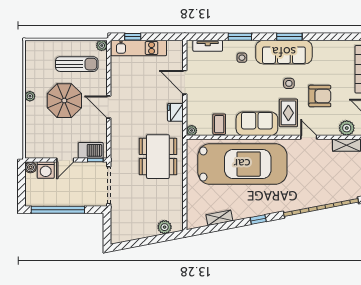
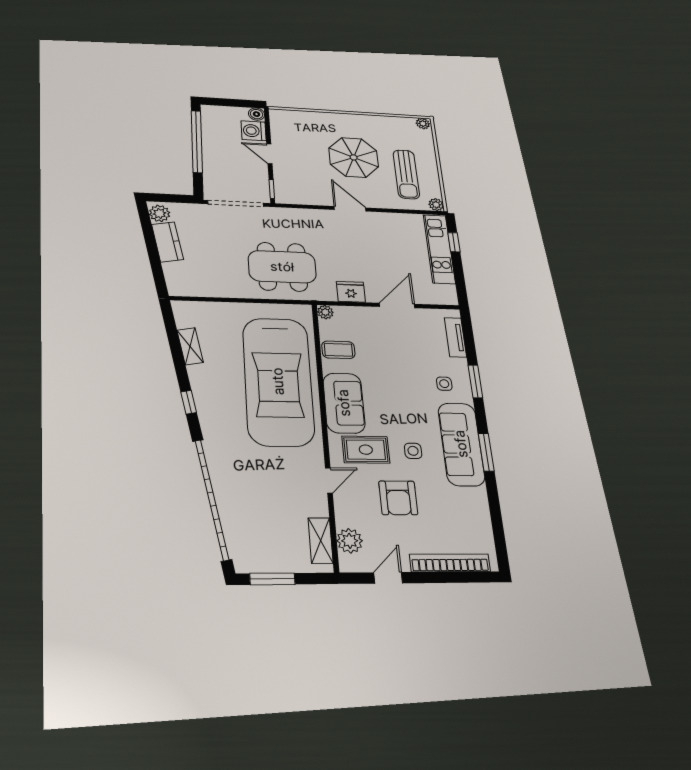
plant: (30, 96) -> (423, 124), moved
door: (109, 107) -> (350, 209), hinge flipped
barbecue: (91, 150) -> (285, 184), removed
plant: (165, 227) -> (160, 213), moved
kitchen counter: (142, 231) -> (167, 242), added

